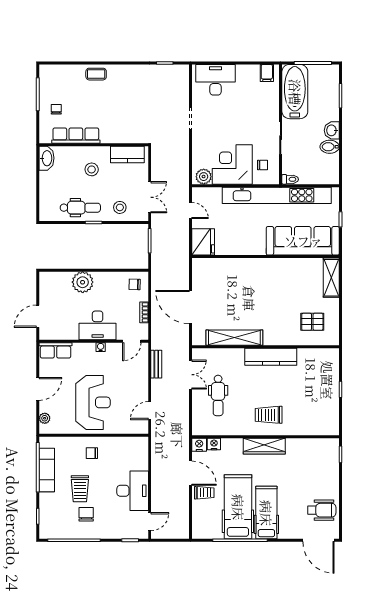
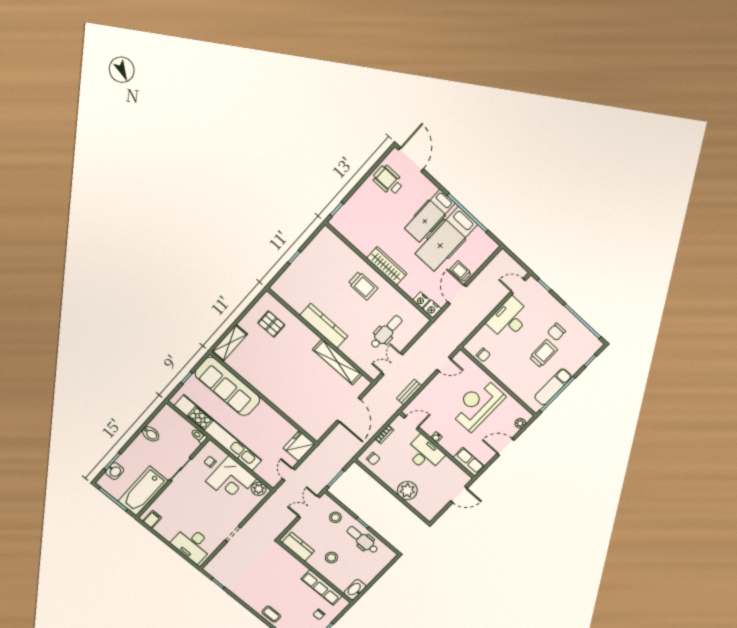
washbasin: (332, 130) -> (115, 471), moved
chair: (92, 453) -> (483, 355), moved

